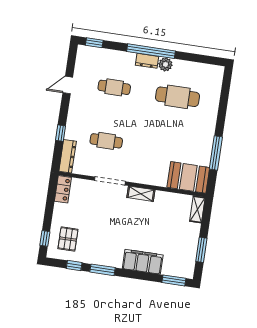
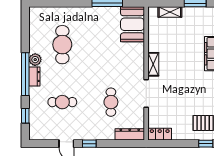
window: (94, 43) -> (25, 116), moved
cafe table: (114, 87) -> (62, 102), turned 90
window: (61, 133) -> (89, 144), moved
shelving: (197, 209) -> (170, 12), moved

